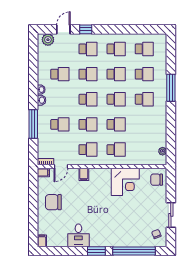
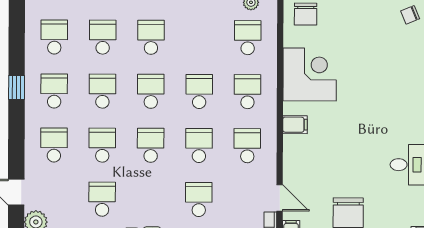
window: (86, 29) -> (17, 87), moved
school desk: (144, 150) -> (248, 38), added
filing cabinet: (84, 174) -> (295, 125), moved

